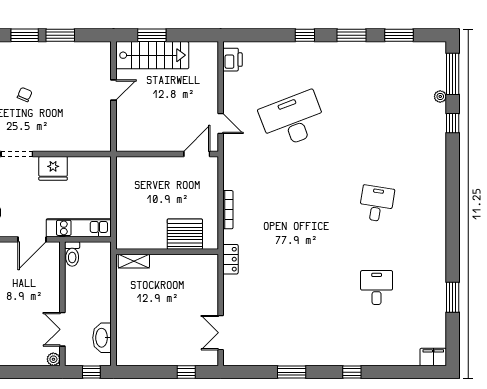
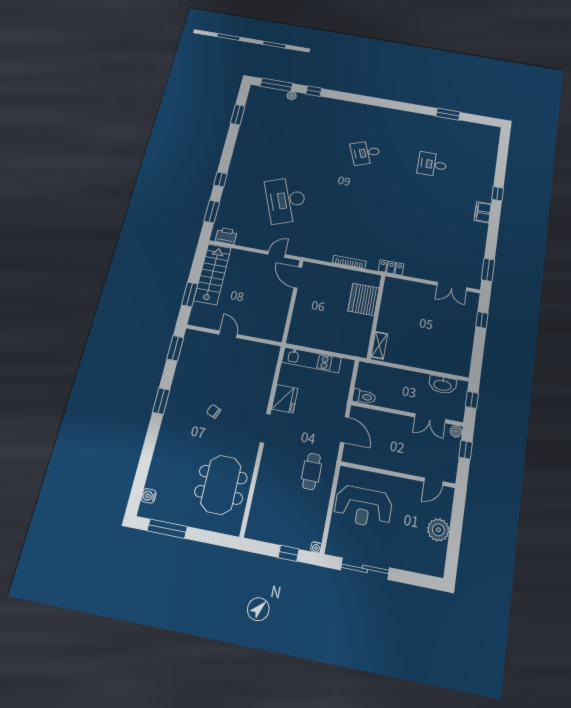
window: (60, 35) -> (175, 348), moved
window: (352, 35) -> (212, 212), moved
stairs: (152, 55) -> (212, 274), moved
desk: (377, 204) -> (366, 153), turned -30
kitchen unit: (79, 228) -> (311, 360), moved, turned -90
filing cabinet: (433, 357) -> (483, 212), moved
window: (36, 372) -> (466, 450), added
window: (292, 372) -> (488, 270), moved

